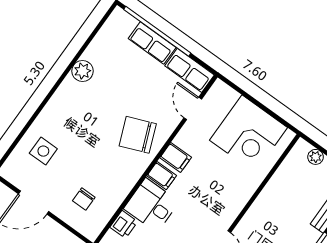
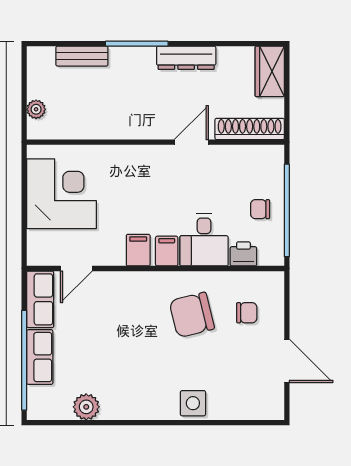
plant: (83, 71) -> (86, 407), moved
chair: (138, 135) -> (192, 315), moved, turned 98
side table: (43, 151) -> (193, 403), moved

